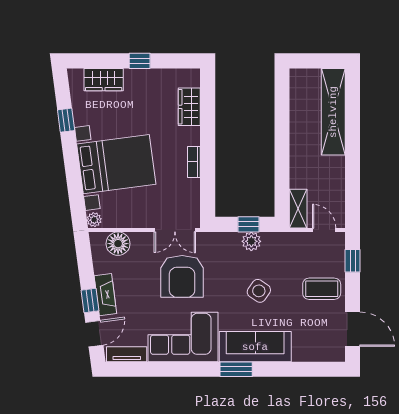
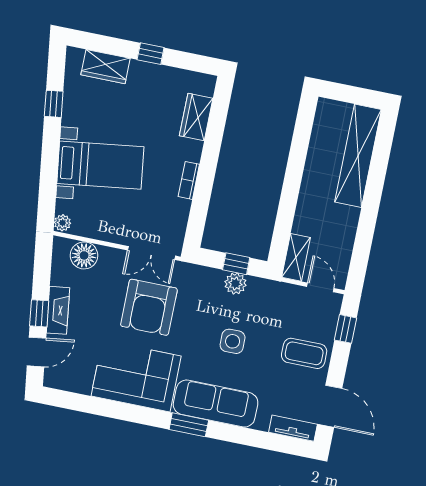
bed with nightstands: (116, 164) -> (100, 165), width x0.73
side table: (259, 291) -> (233, 341), turned -34
tv unit: (127, 354) -> (293, 428), moved

